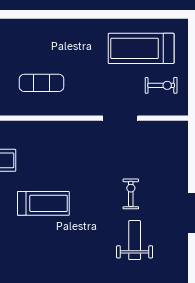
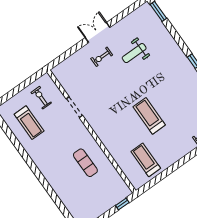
treadmill: (141, 48) -> (29, 123), width x0.73, depth x0.73
exercise bike: (131, 194) -> (102, 57), moved

